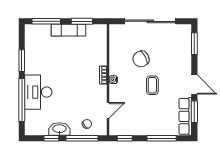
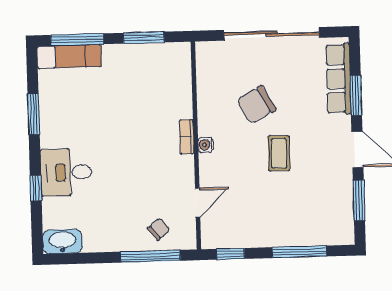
exam couch: (69, 30) -> (69, 56), moved
window: (194, 44) -> (356, 95), moved
desk: (38, 92) -> (66, 172), width x0.73
window: (22, 100) -> (36, 188), width x0.32
row of seats: (185, 116) -> (338, 79), moved
washbasin: (59, 129) -> (62, 241), moved
window: (51, 138) -> (93, 258), removed

